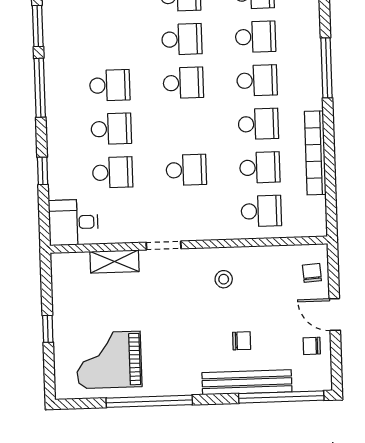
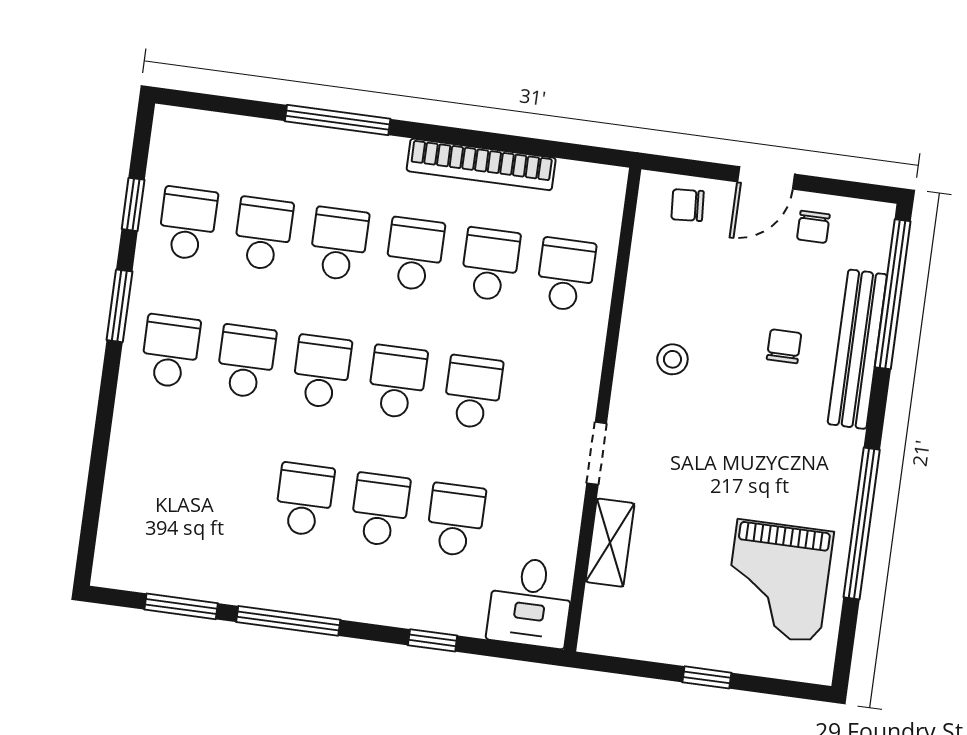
school desk: (185, 126) -> (397, 382), added

